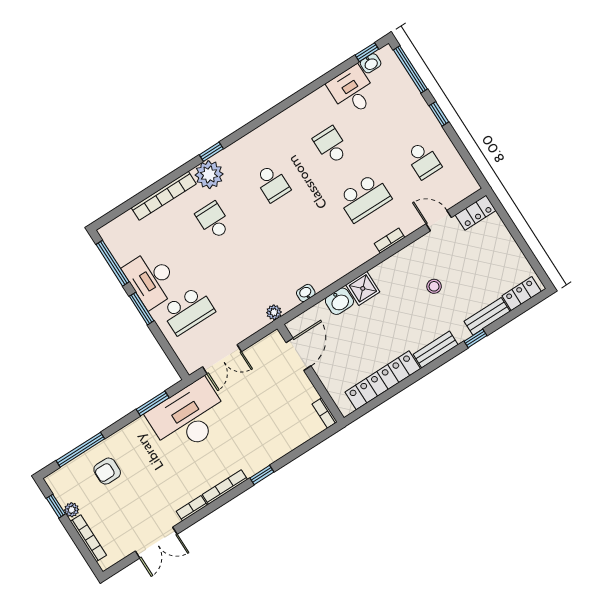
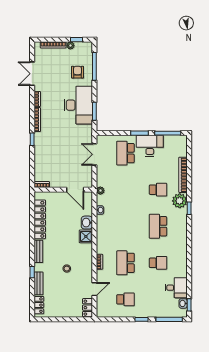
school desk: (423, 160) -> (125, 299), turned 180
school desk: (272, 183) -> (158, 226), width x1.85
desk: (188, 417) -> (78, 105), moved

